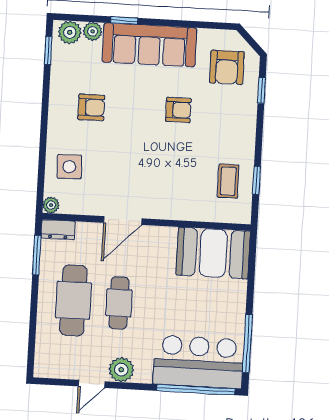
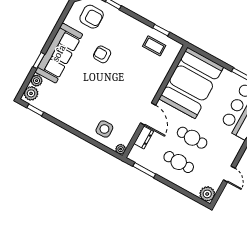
armchair: (91, 107) -> (78, 101), removed
armchair: (178, 110) -> (102, 54), turned -90
dresser: (58, 230) -> (144, 137), moved
booth: (213, 253) -> (191, 83), width x1.36, depth x1.42
cafe table: (73, 300) -> (179, 162), width x0.73, depth x0.74
plant: (121, 370) -> (207, 194), moved

